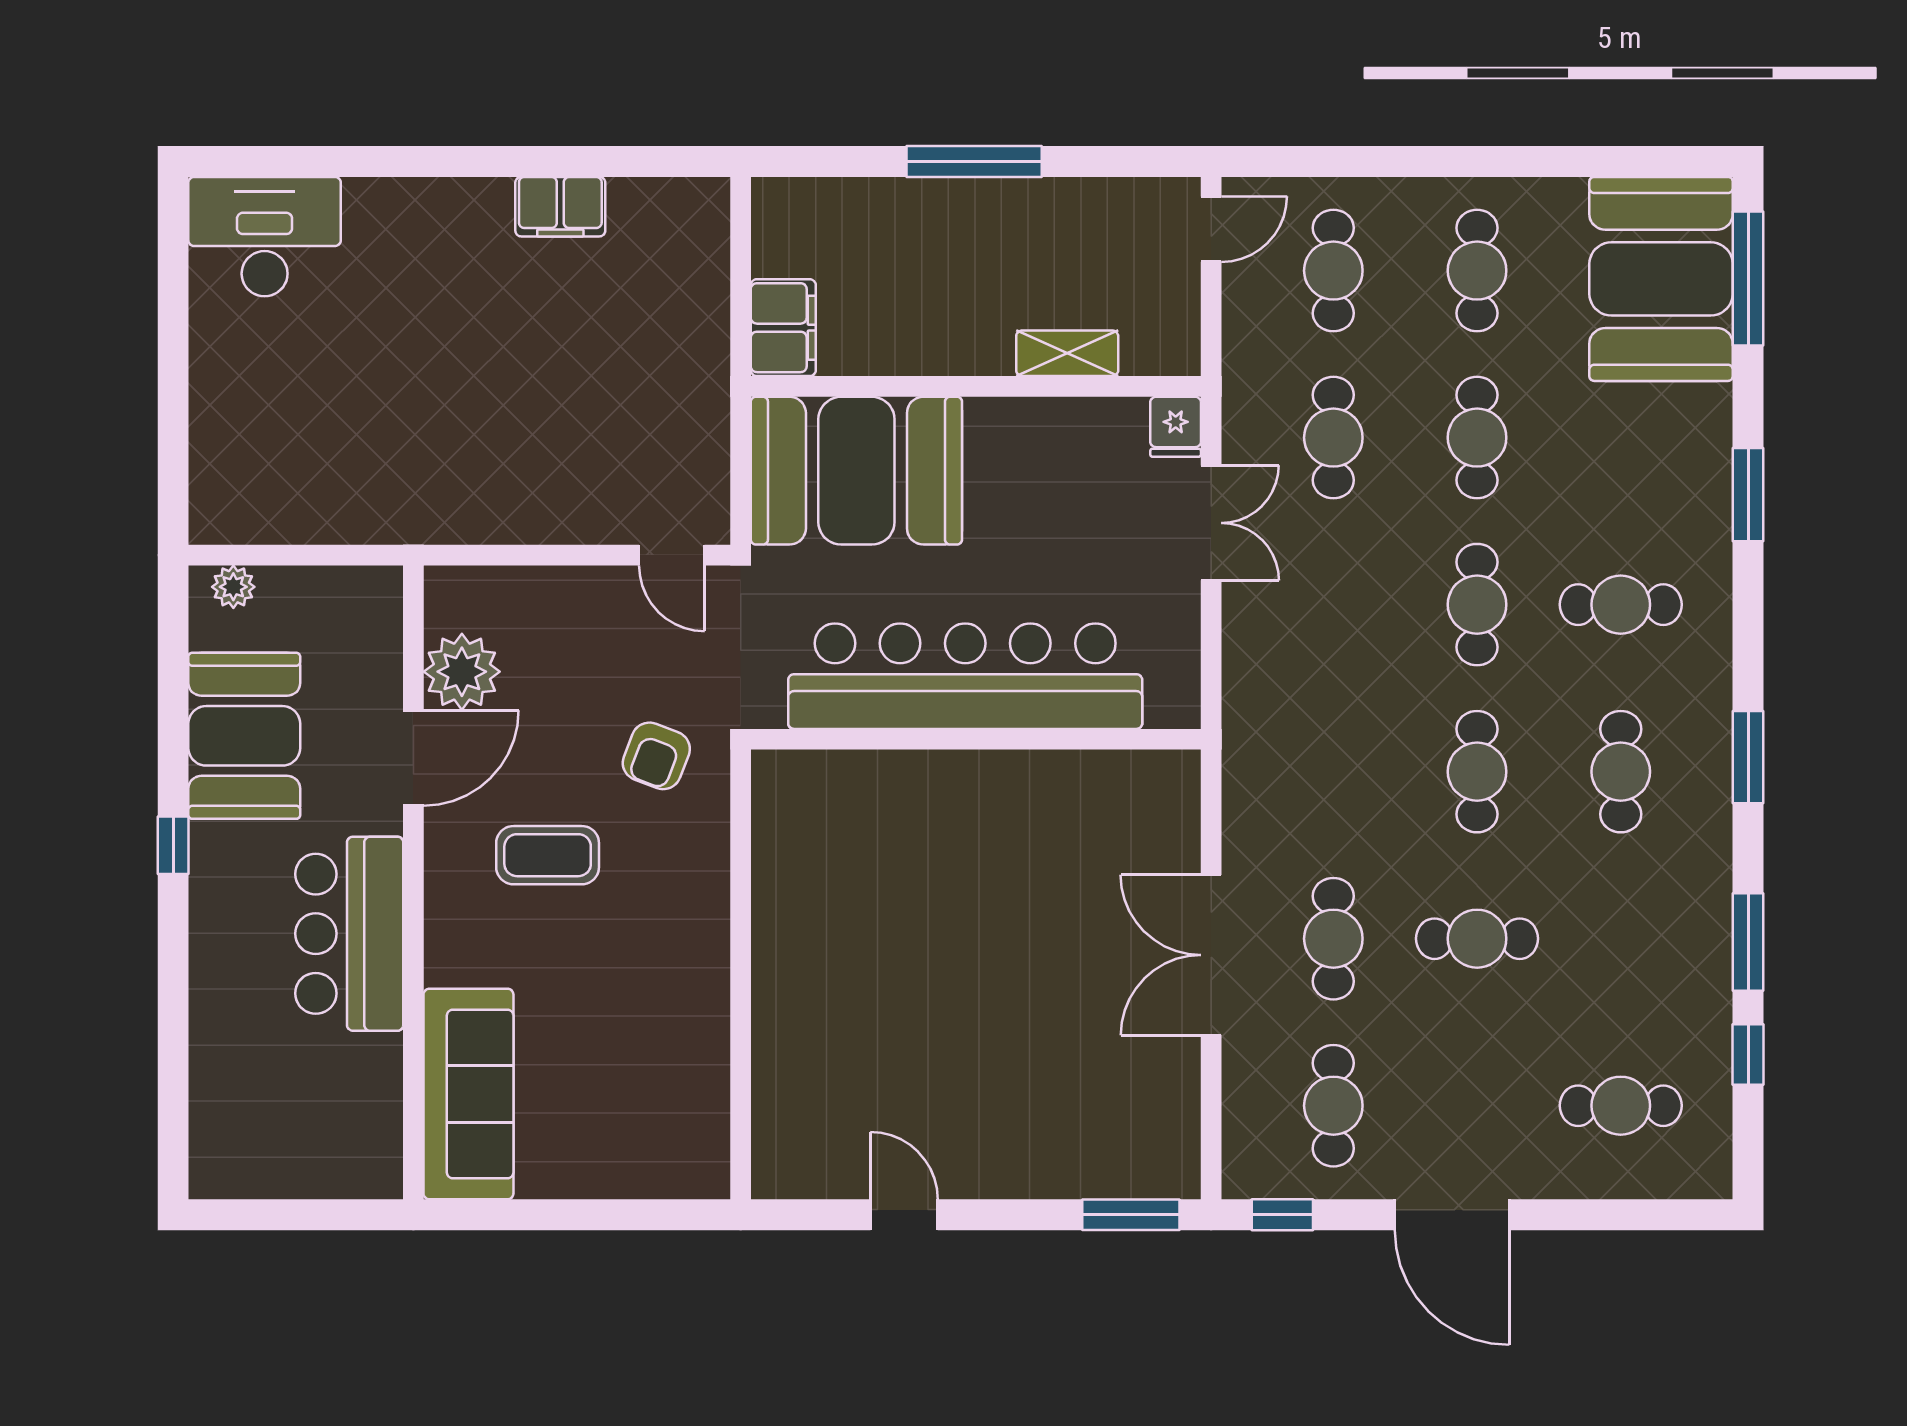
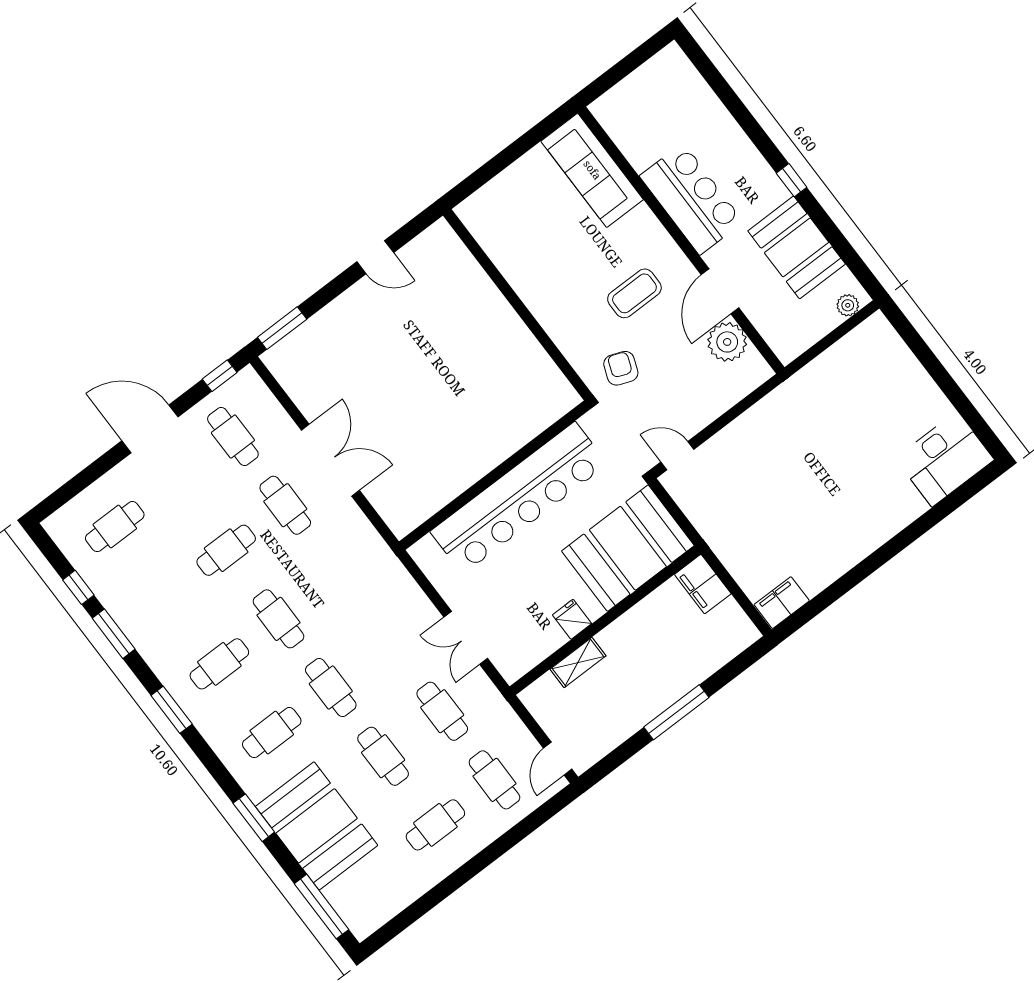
filing cabinet: (560, 207) -> (782, 603), moved
cafe table: (1477, 271) -> (435, 825), turned 90
booth: (1661, 279) -> (317, 826), moved
fridge: (1176, 427) -> (572, 619), moved
cafe table: (1621, 772) -> (219, 664), turned 90

